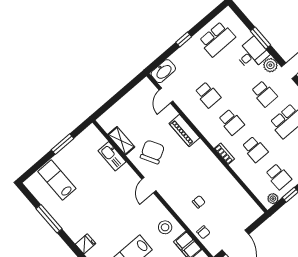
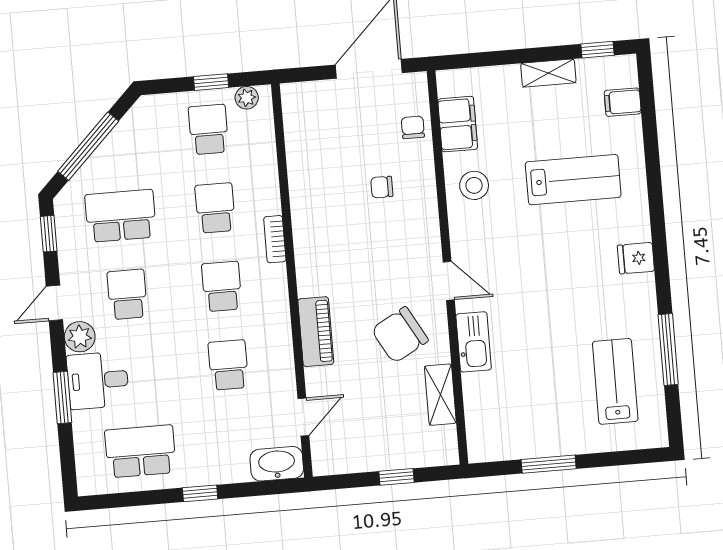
window: (115, 98) -> (396, 477), added
kitchen sink: (112, 156) -> (474, 342), moved
lab bench: (57, 180) -> (615, 381), moved, turned 180
door: (149, 185) -> (449, 281), hinge flipped

